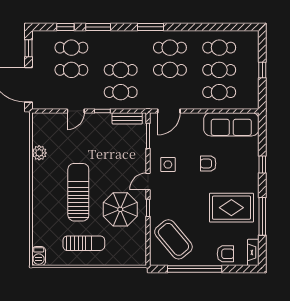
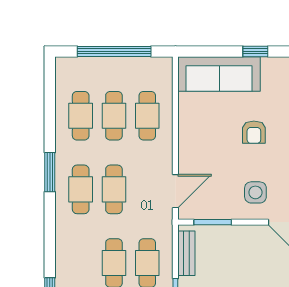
window: (150, 27) -> (50, 172), moved
window: (262, 70) -> (114, 51), width x3.17
door: (169, 111) -> (175, 191), hinge flipped
sofa: (231, 124) -> (219, 74), moved, turned 90

